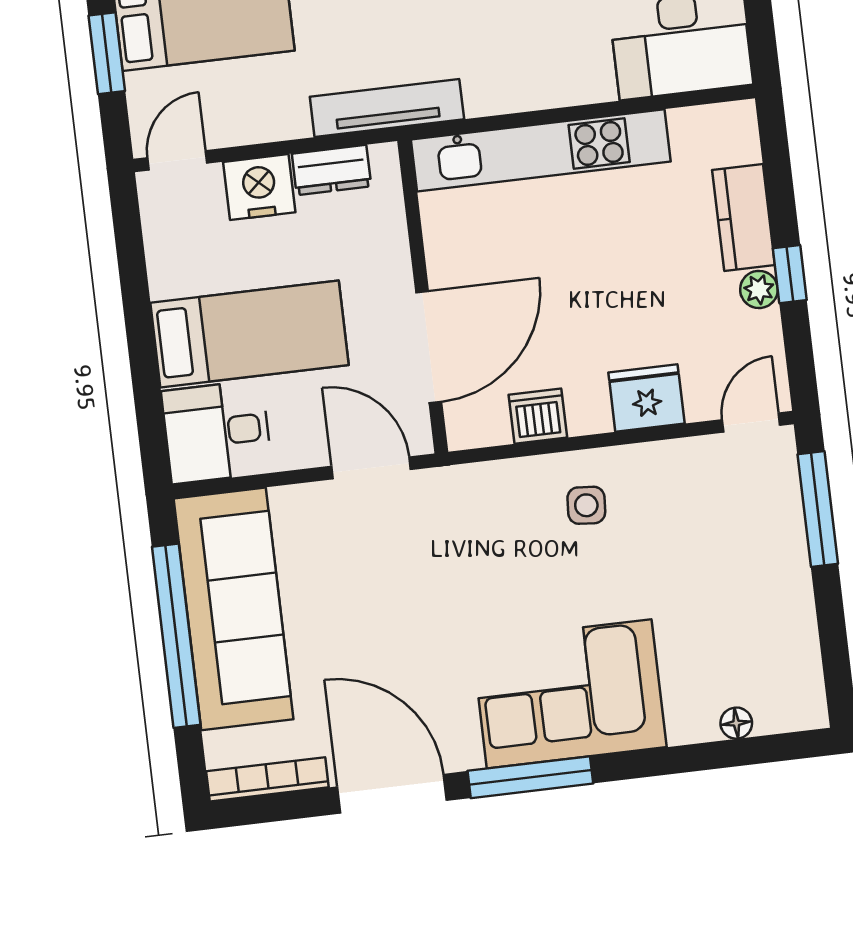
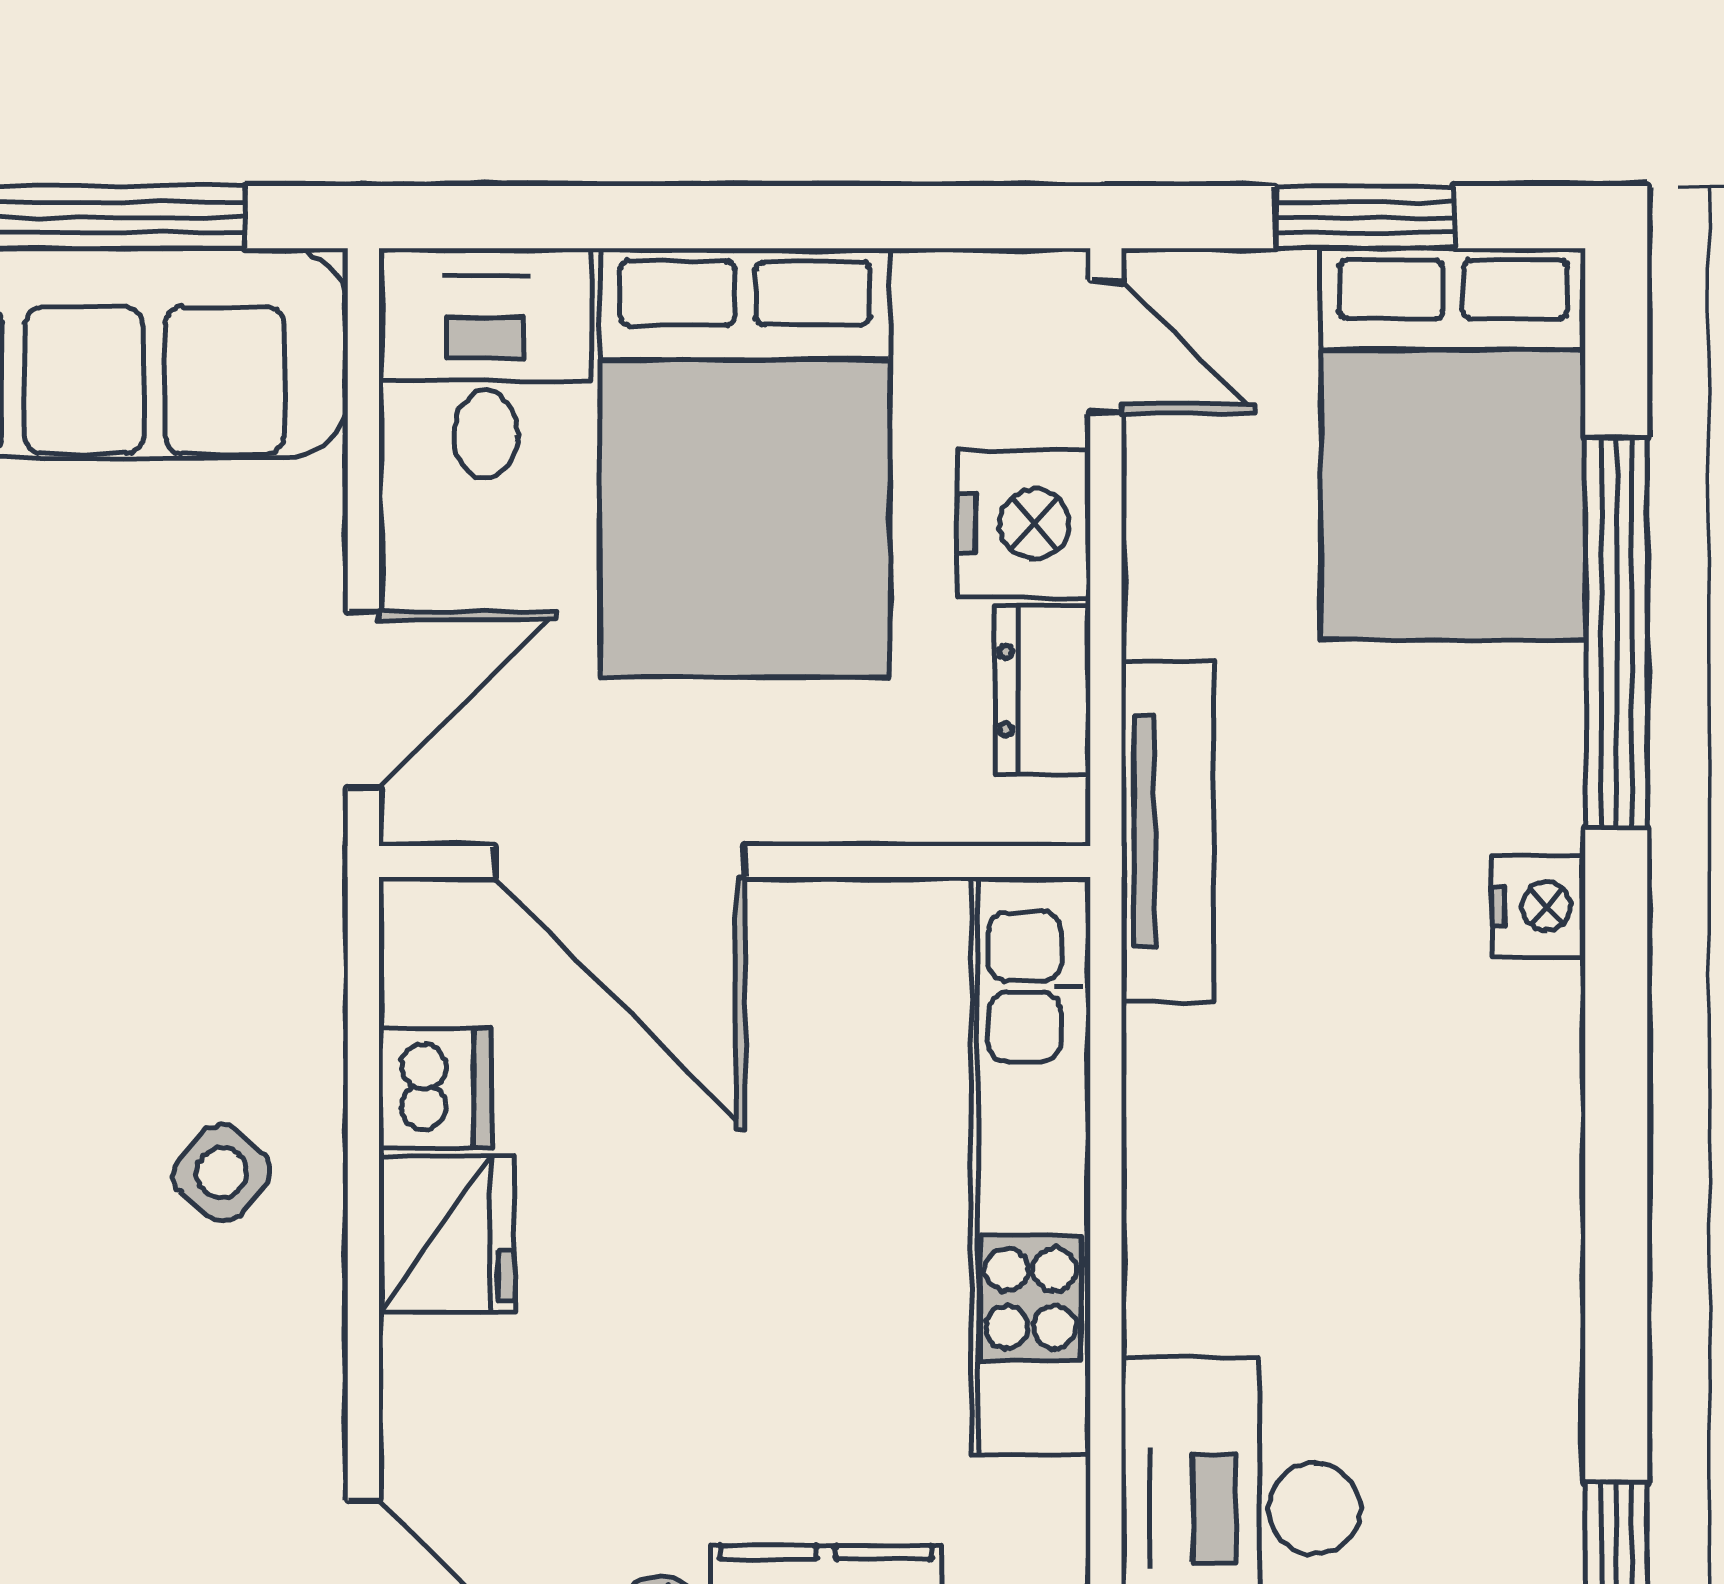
bed: (250, 334) -> (745, 462), width x1.50
fridge: (646, 398) -> (447, 1235), moved
side table: (586, 505) -> (222, 1173), turned 36

